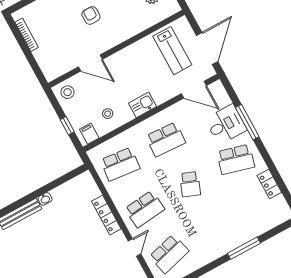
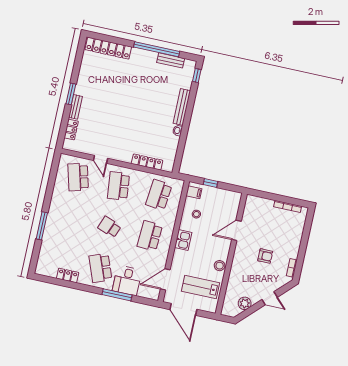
stool: (68, 92) -> (220, 266), moved
school desk: (236, 159) -> (100, 268), turned -36
locker: (106, 215) -> (147, 162), moved

